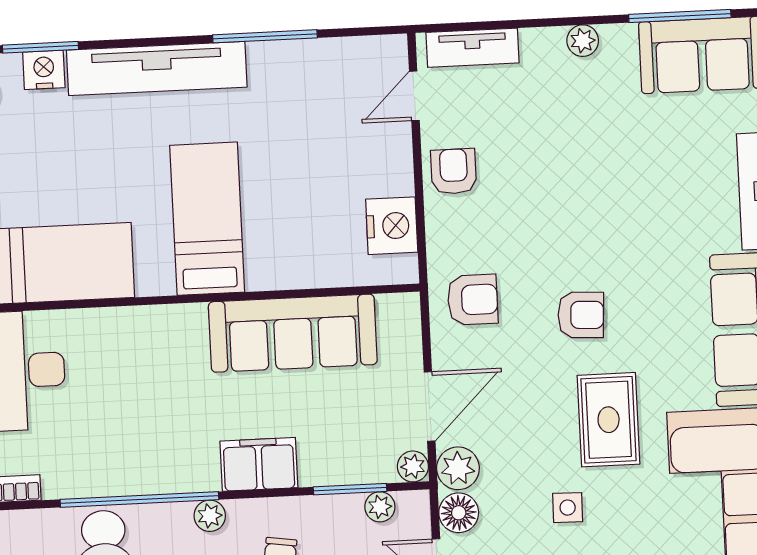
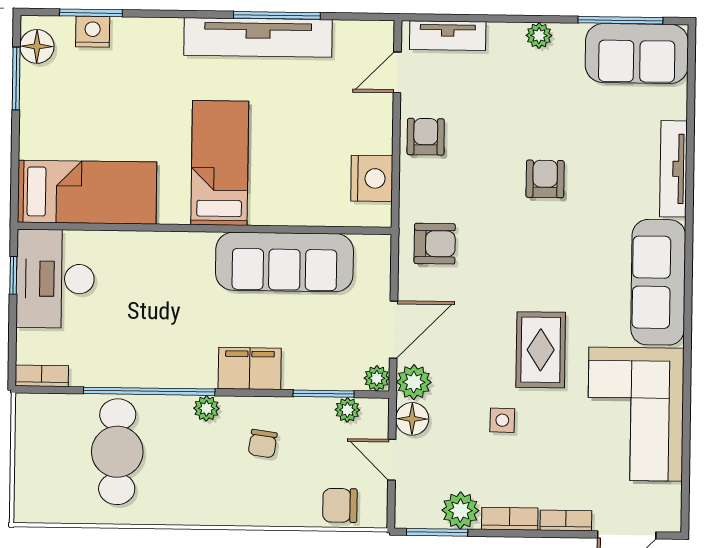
tv unit: (157, 69) -> (258, 37), moved
armchair: (581, 315) -> (545, 179), moved, turned -93

